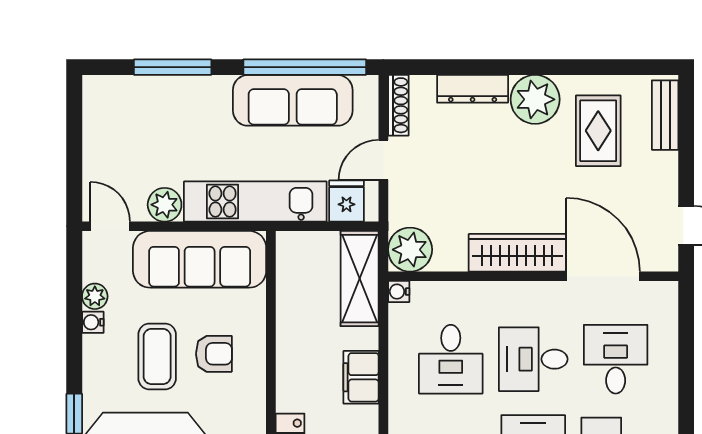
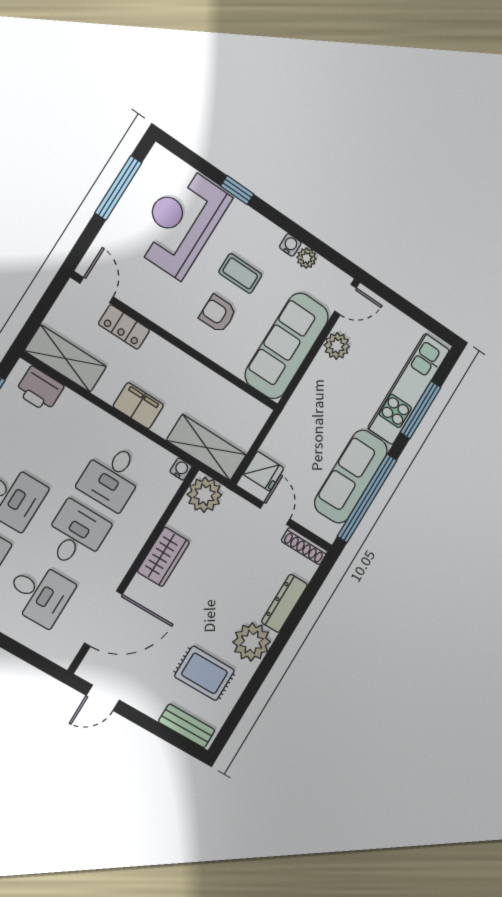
kitchen unit: (255, 202) -> (409, 389), moved, turned 180
wardrobe: (517, 253) -> (163, 557), width x0.67
armchair: (214, 354) -> (218, 314), turned 90
coffee table: (157, 356) -> (240, 273), width x0.73, depth x0.77
desk: (451, 359) -> (112, 477), turned -90

